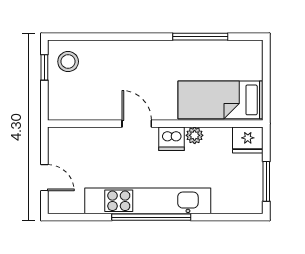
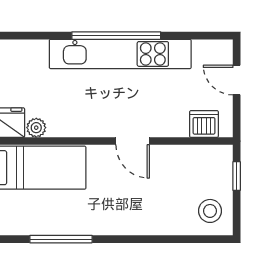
window: (44, 67) -> (237, 176), moved
plant: (195, 135) -> (36, 128), moved
dishwasher: (171, 139) -> (204, 124), moved

